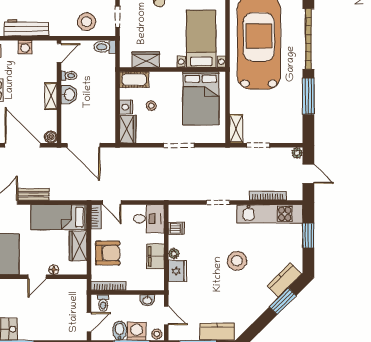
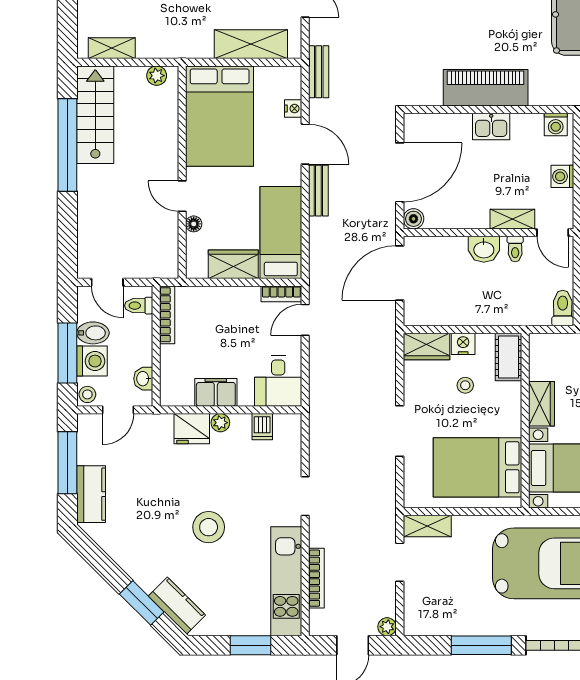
wardrobe: (146, 60) -> (542, 404), moved
shelving: (51, 96) -> (512, 219), moved
armchair: (108, 253) -> (221, 313), removed

